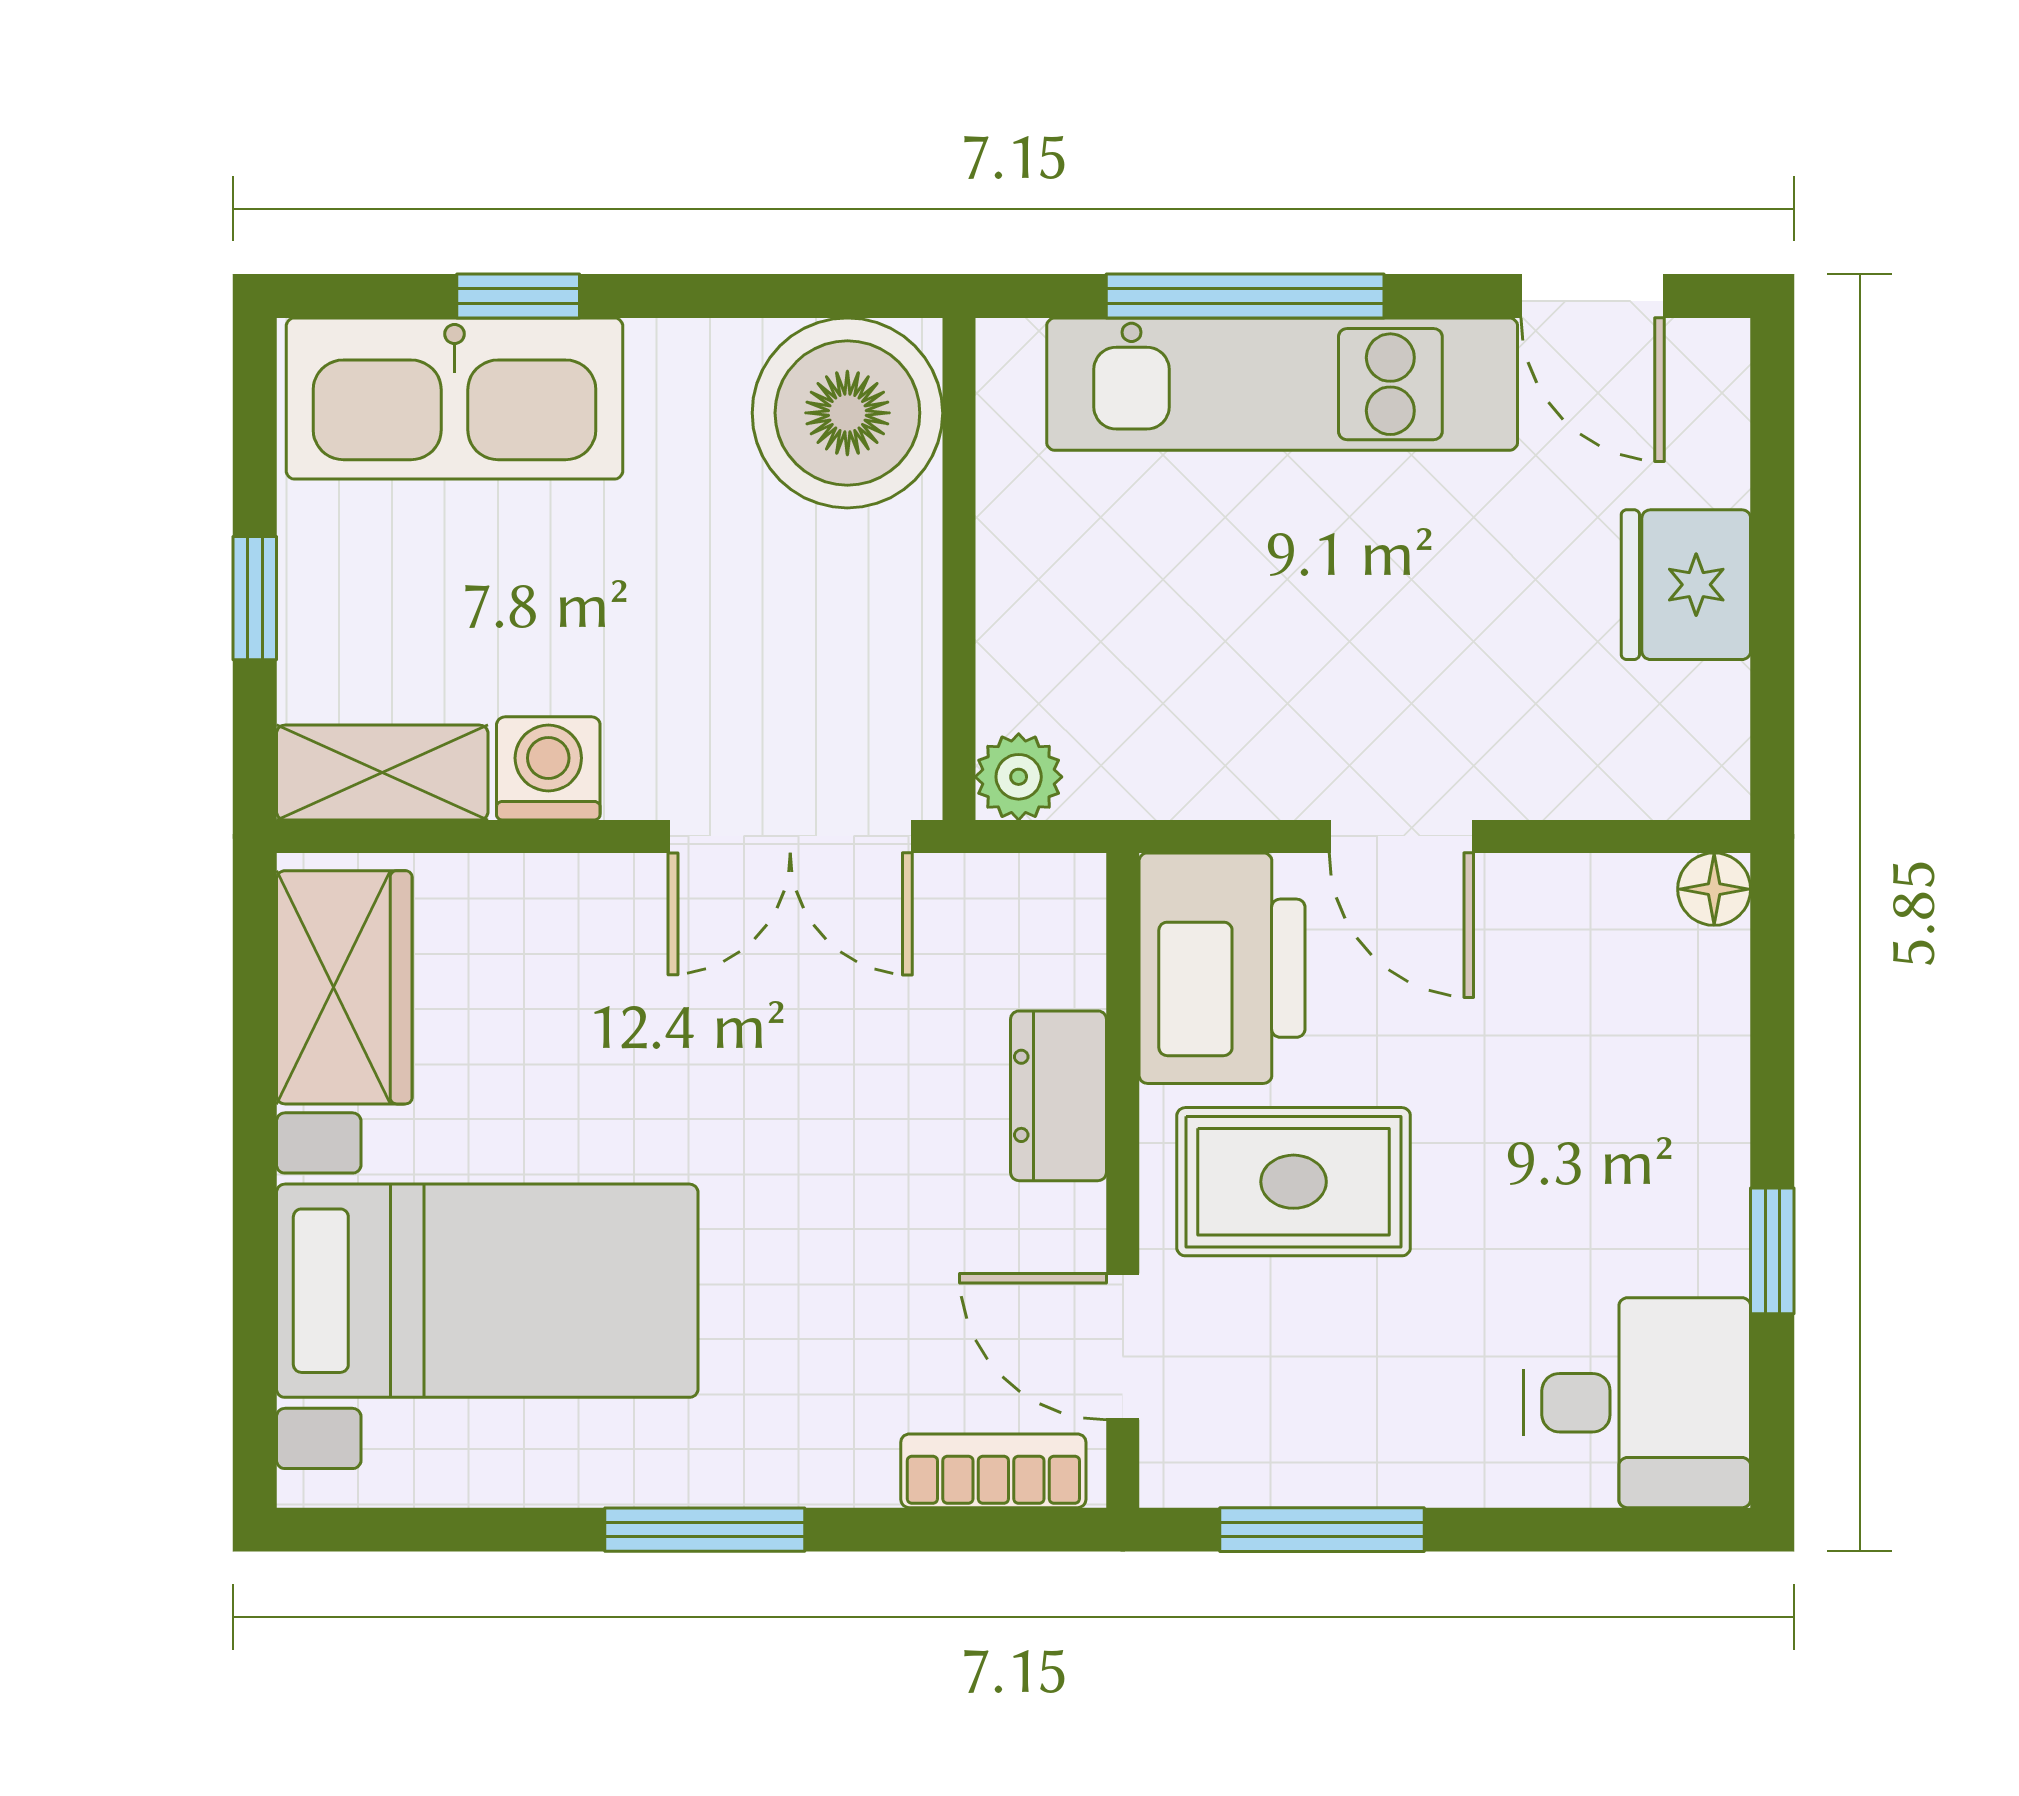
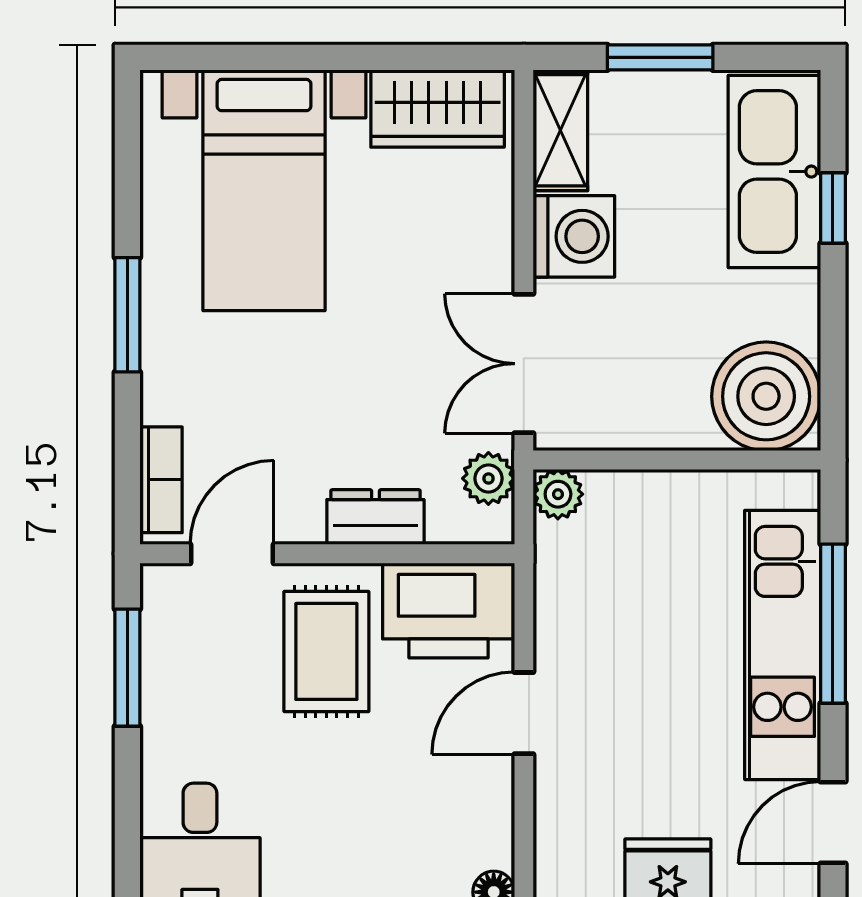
window: (255, 598) -> (660, 57), width x1.50
washing machine: (548, 768) -> (574, 236), width x1.38, depth x1.38
plant: (991, 898) -> (488, 478), added

